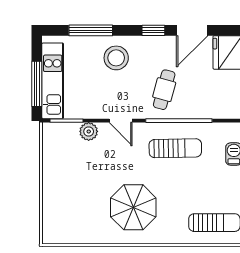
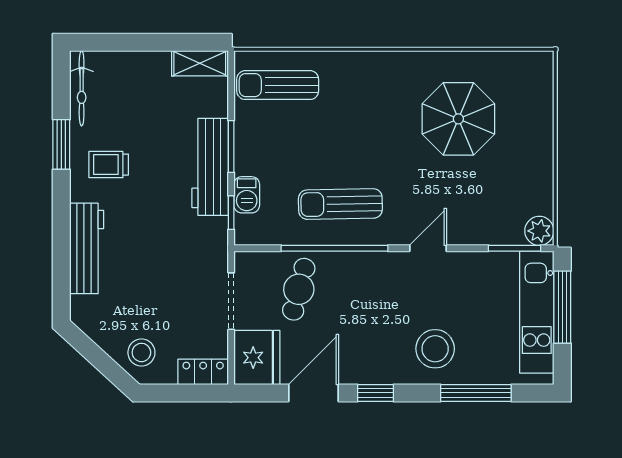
cafe table: (164, 90) -> (299, 289), moved
door: (121, 121) -> (428, 248), hinge flipped
plant: (89, 131) -> (539, 231), moved
parasol: (133, 207) -> (458, 119), moved

